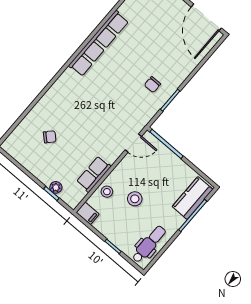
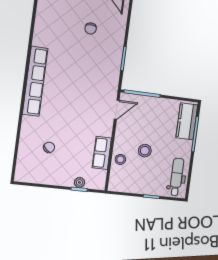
row of seats: (99, 43) -> (35, 81), moved
chair: (152, 85) -> (91, 28), moved
filing cabinet: (88, 213) -> (117, 185), removed

